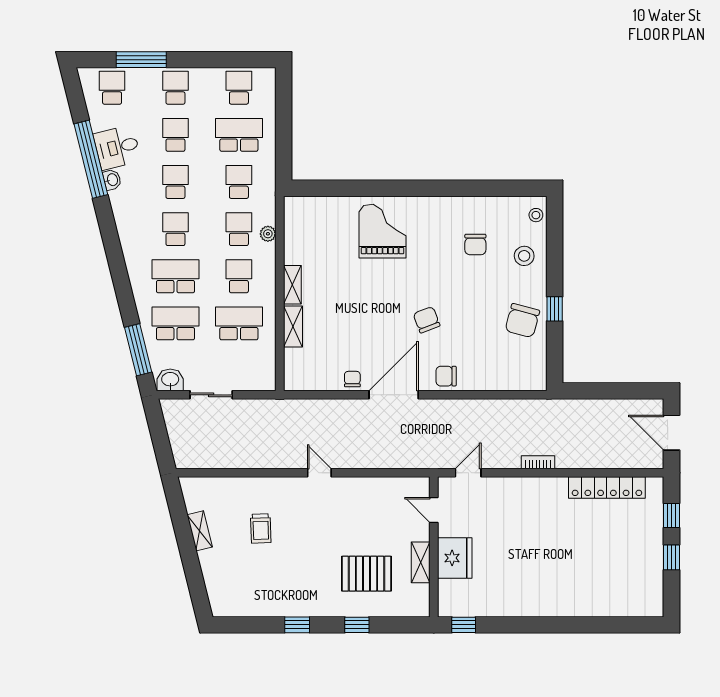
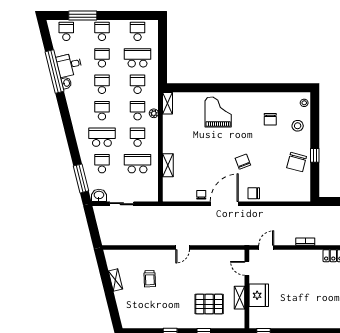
shelving: (292, 285) -> (168, 103), moved
school desk: (175, 323) -> (102, 164), width x0.54
door: (319, 473) -> (183, 247), swing flipped

